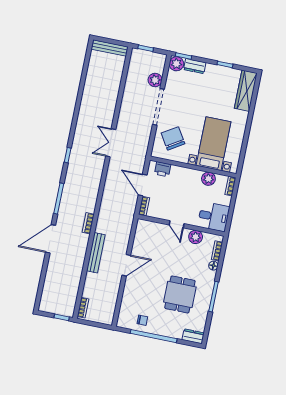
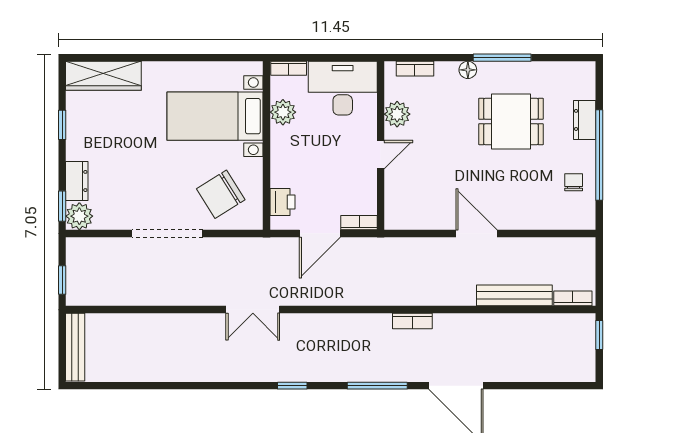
plant: (155, 80) -> (118, 250), removed
desk: (214, 217) -> (343, 88), width x1.37
bench: (96, 253) -> (514, 295), moved
floor lamp: (213, 266) -> (468, 70), moved
dresser: (193, 336) -> (585, 120), moved

